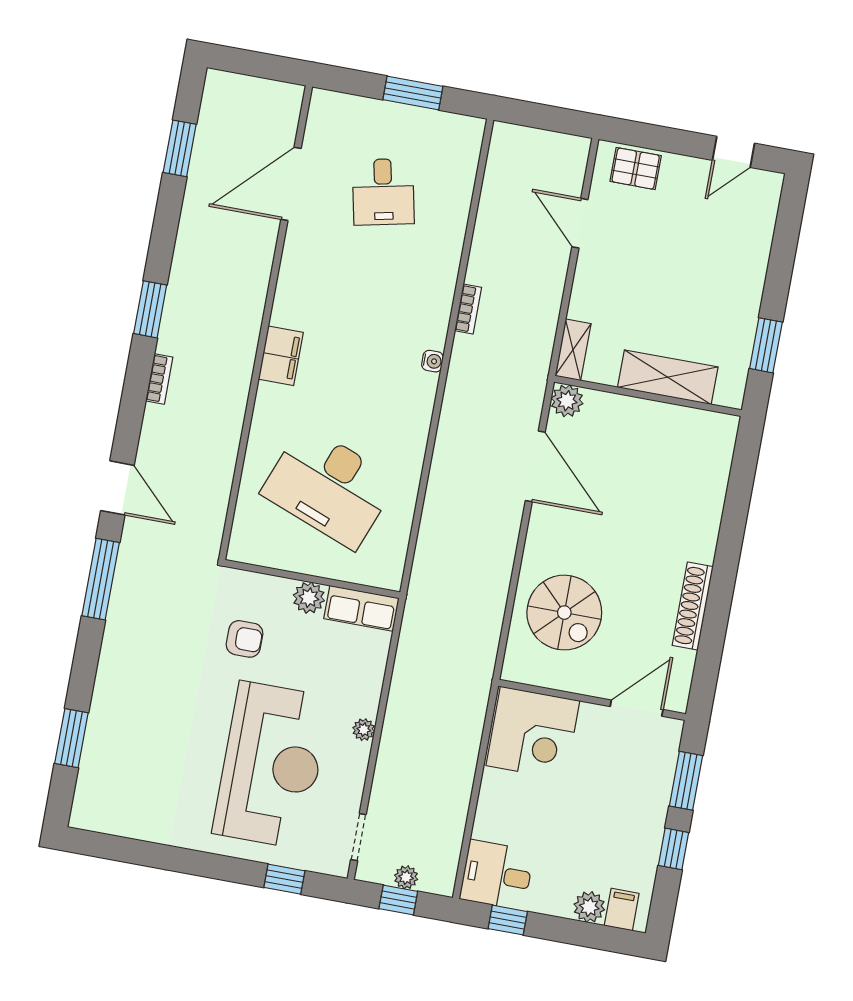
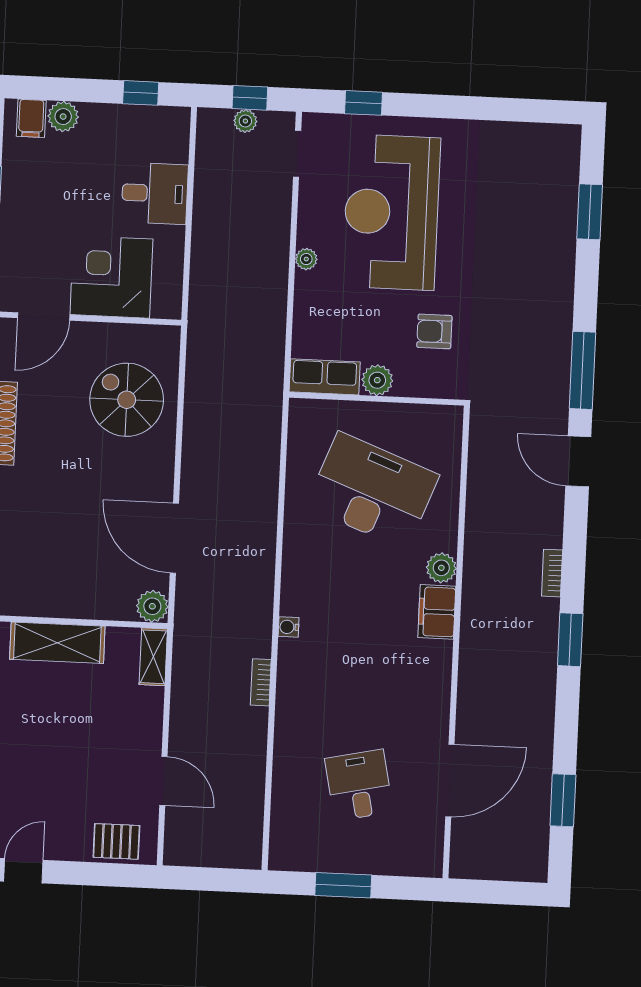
plant: (270, 400) -> (441, 568), added
corner desk: (533, 733) -> (111, 277), moved
desk: (497, 875) -> (155, 193), moved

